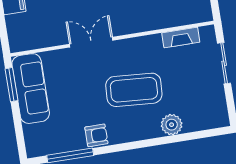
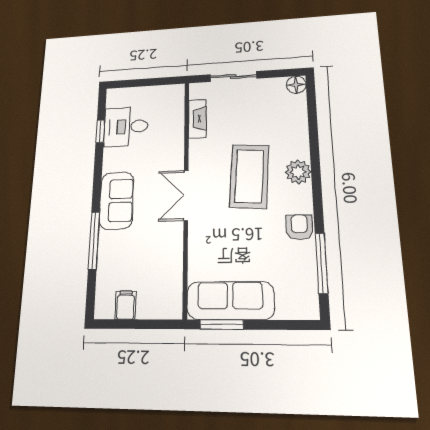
double door: (91, 42) -> (186, 195), moved
floor lamp: (221, 119) -> (296, 85), added
plant: (172, 125) -> (298, 172), moved

